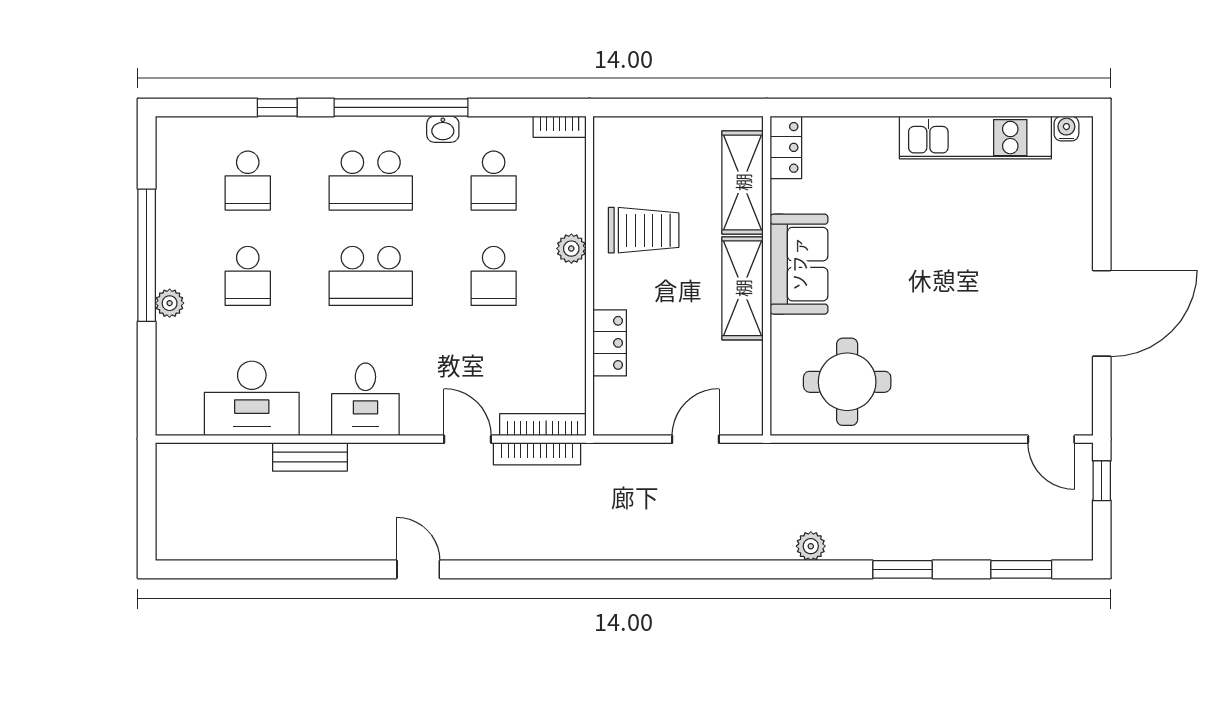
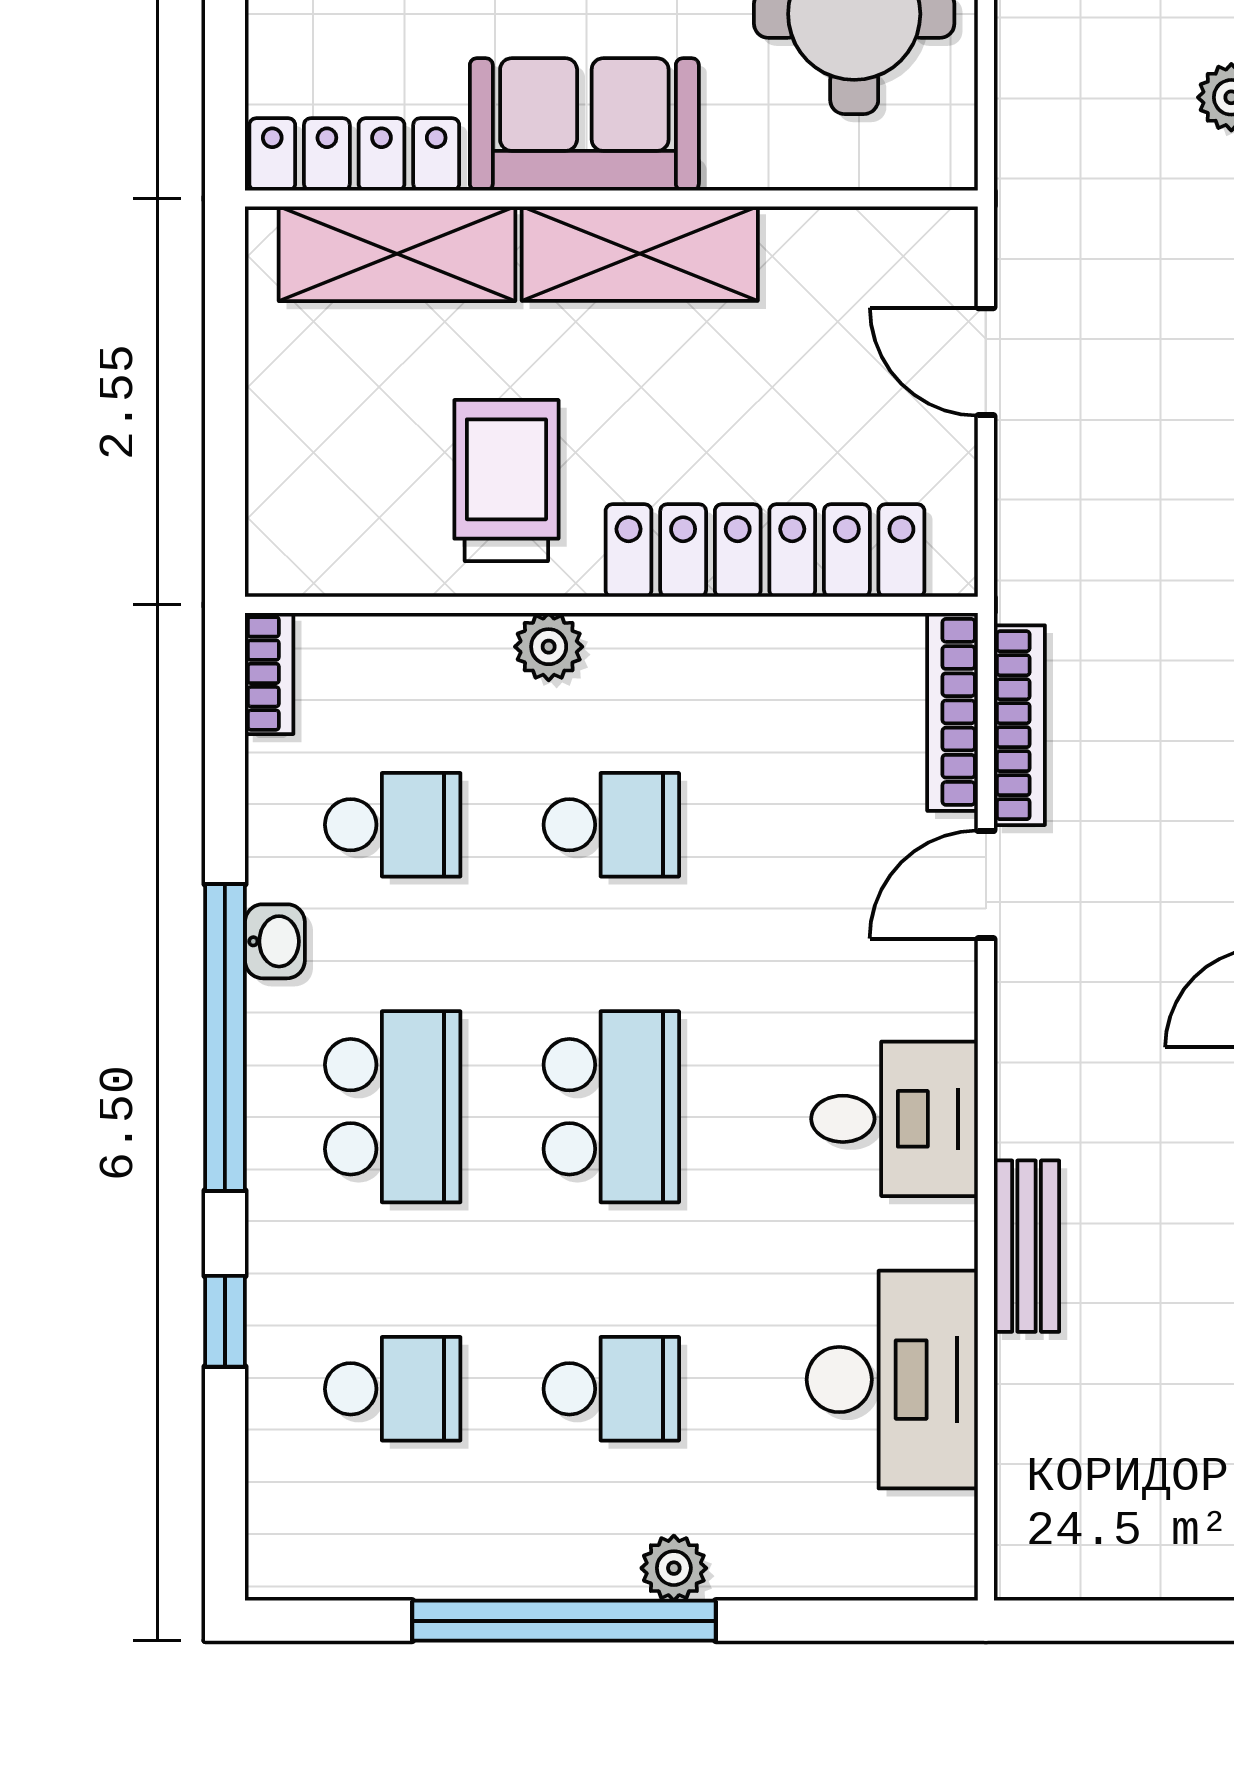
locker: (786, 147) -> (354, 154), width x1.53
locker: (610, 343) -> (765, 551), width x2.16, depth x1.21

